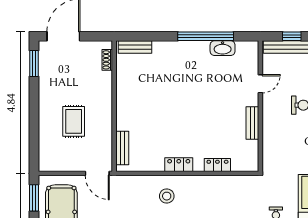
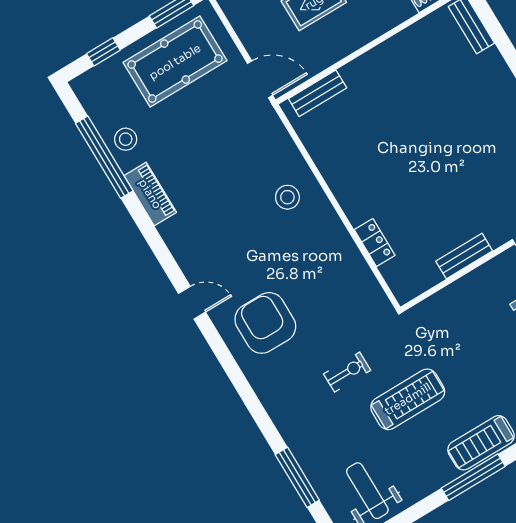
locker: (179, 165) -> (342, 187), removed
door: (97, 173) -> (260, 79), swing flipped

